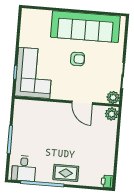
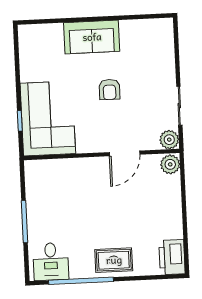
sofa: (85, 27) -> (92, 37), width x0.54, depth x0.79
armchair: (78, 59) -> (109, 89), turned 90
door: (82, 103) -> (125, 153), hinge flipped
printer: (107, 181) -> (172, 257), width x1.87, depth x1.48

